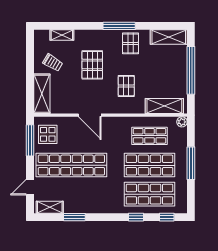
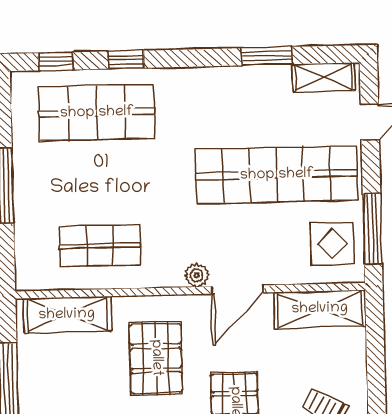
pallet: (126, 86) -> (156, 358), width x1.50, depth x1.42
shelving: (42, 94) -> (320, 309), moved, turned 90
door: (90, 115) -> (238, 290), swing flipped
plant: (182, 122) -> (197, 275), moved
shop shelf: (149, 165) -> (98, 179), removed

